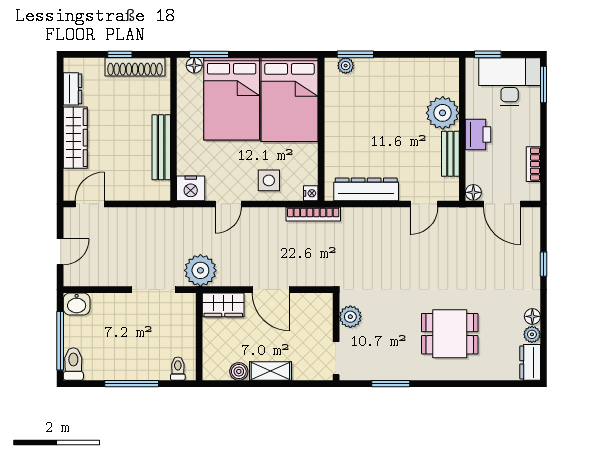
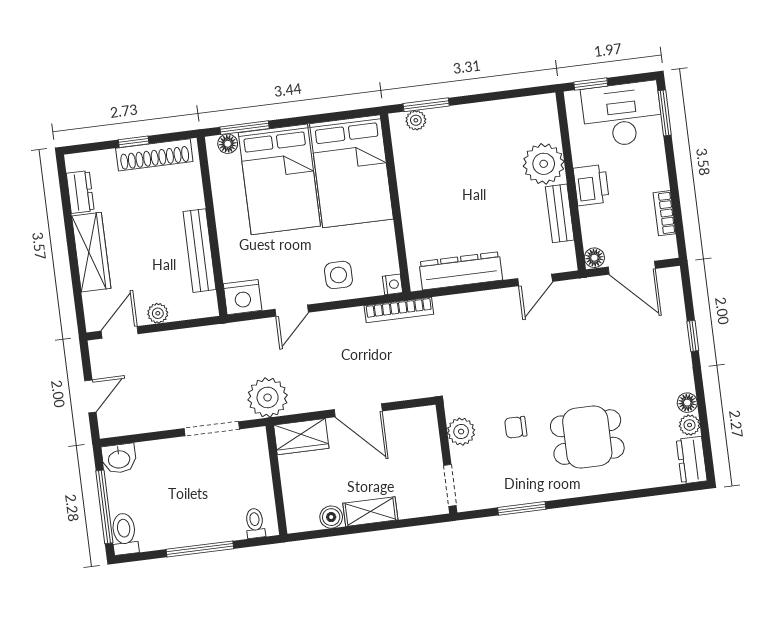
plant: (122, 193) -> (158, 313), added
chair: (394, 319) -> (516, 427), added

